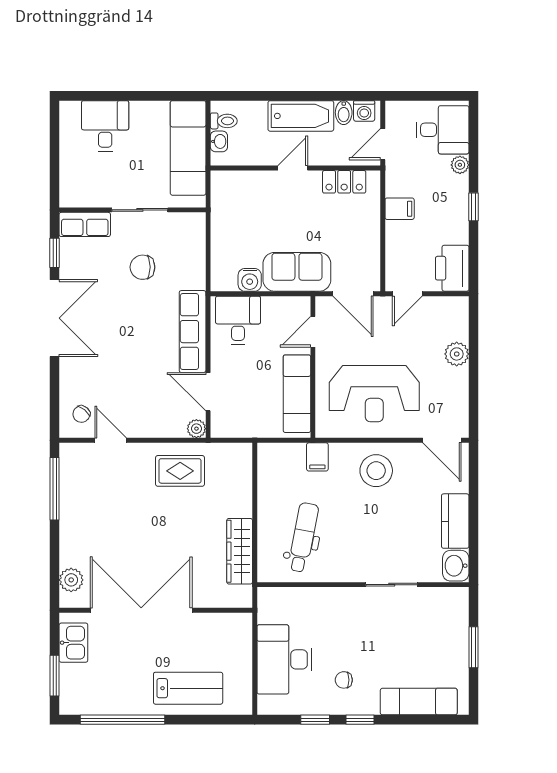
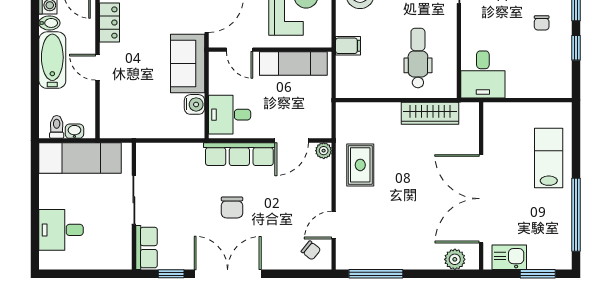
chair: (142, 267) -> (232, 207), moved
dental chair: (303, 537) -> (418, 58), turned 79
desk: (284, 659) -> (483, 74), moved, width x0.73

